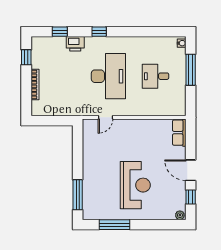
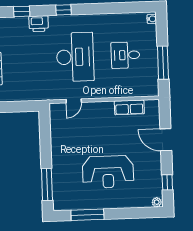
window: (191, 70) -> (163, 63), moved
row of seats: (179, 133) -> (129, 107), moved, turned -90
door: (191, 170) -> (166, 140), moved
reception desk: (135, 185) -> (108, 172), turned 90

